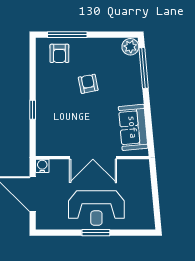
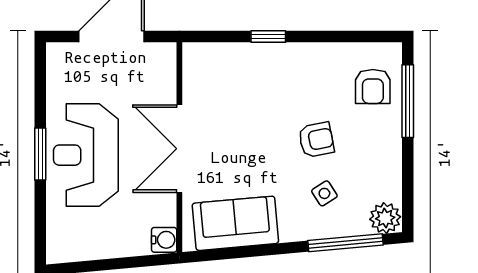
armchair: (59, 53) -> (373, 86), turned -90
side table: (117, 79) -> (324, 193), added
water cooler: (42, 166) -> (164, 240), moved

